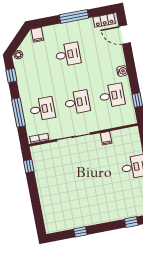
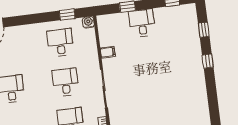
water cooler: (122, 71) -> (88, 22), moved
window: (80, 232) -> (208, 61), moved

